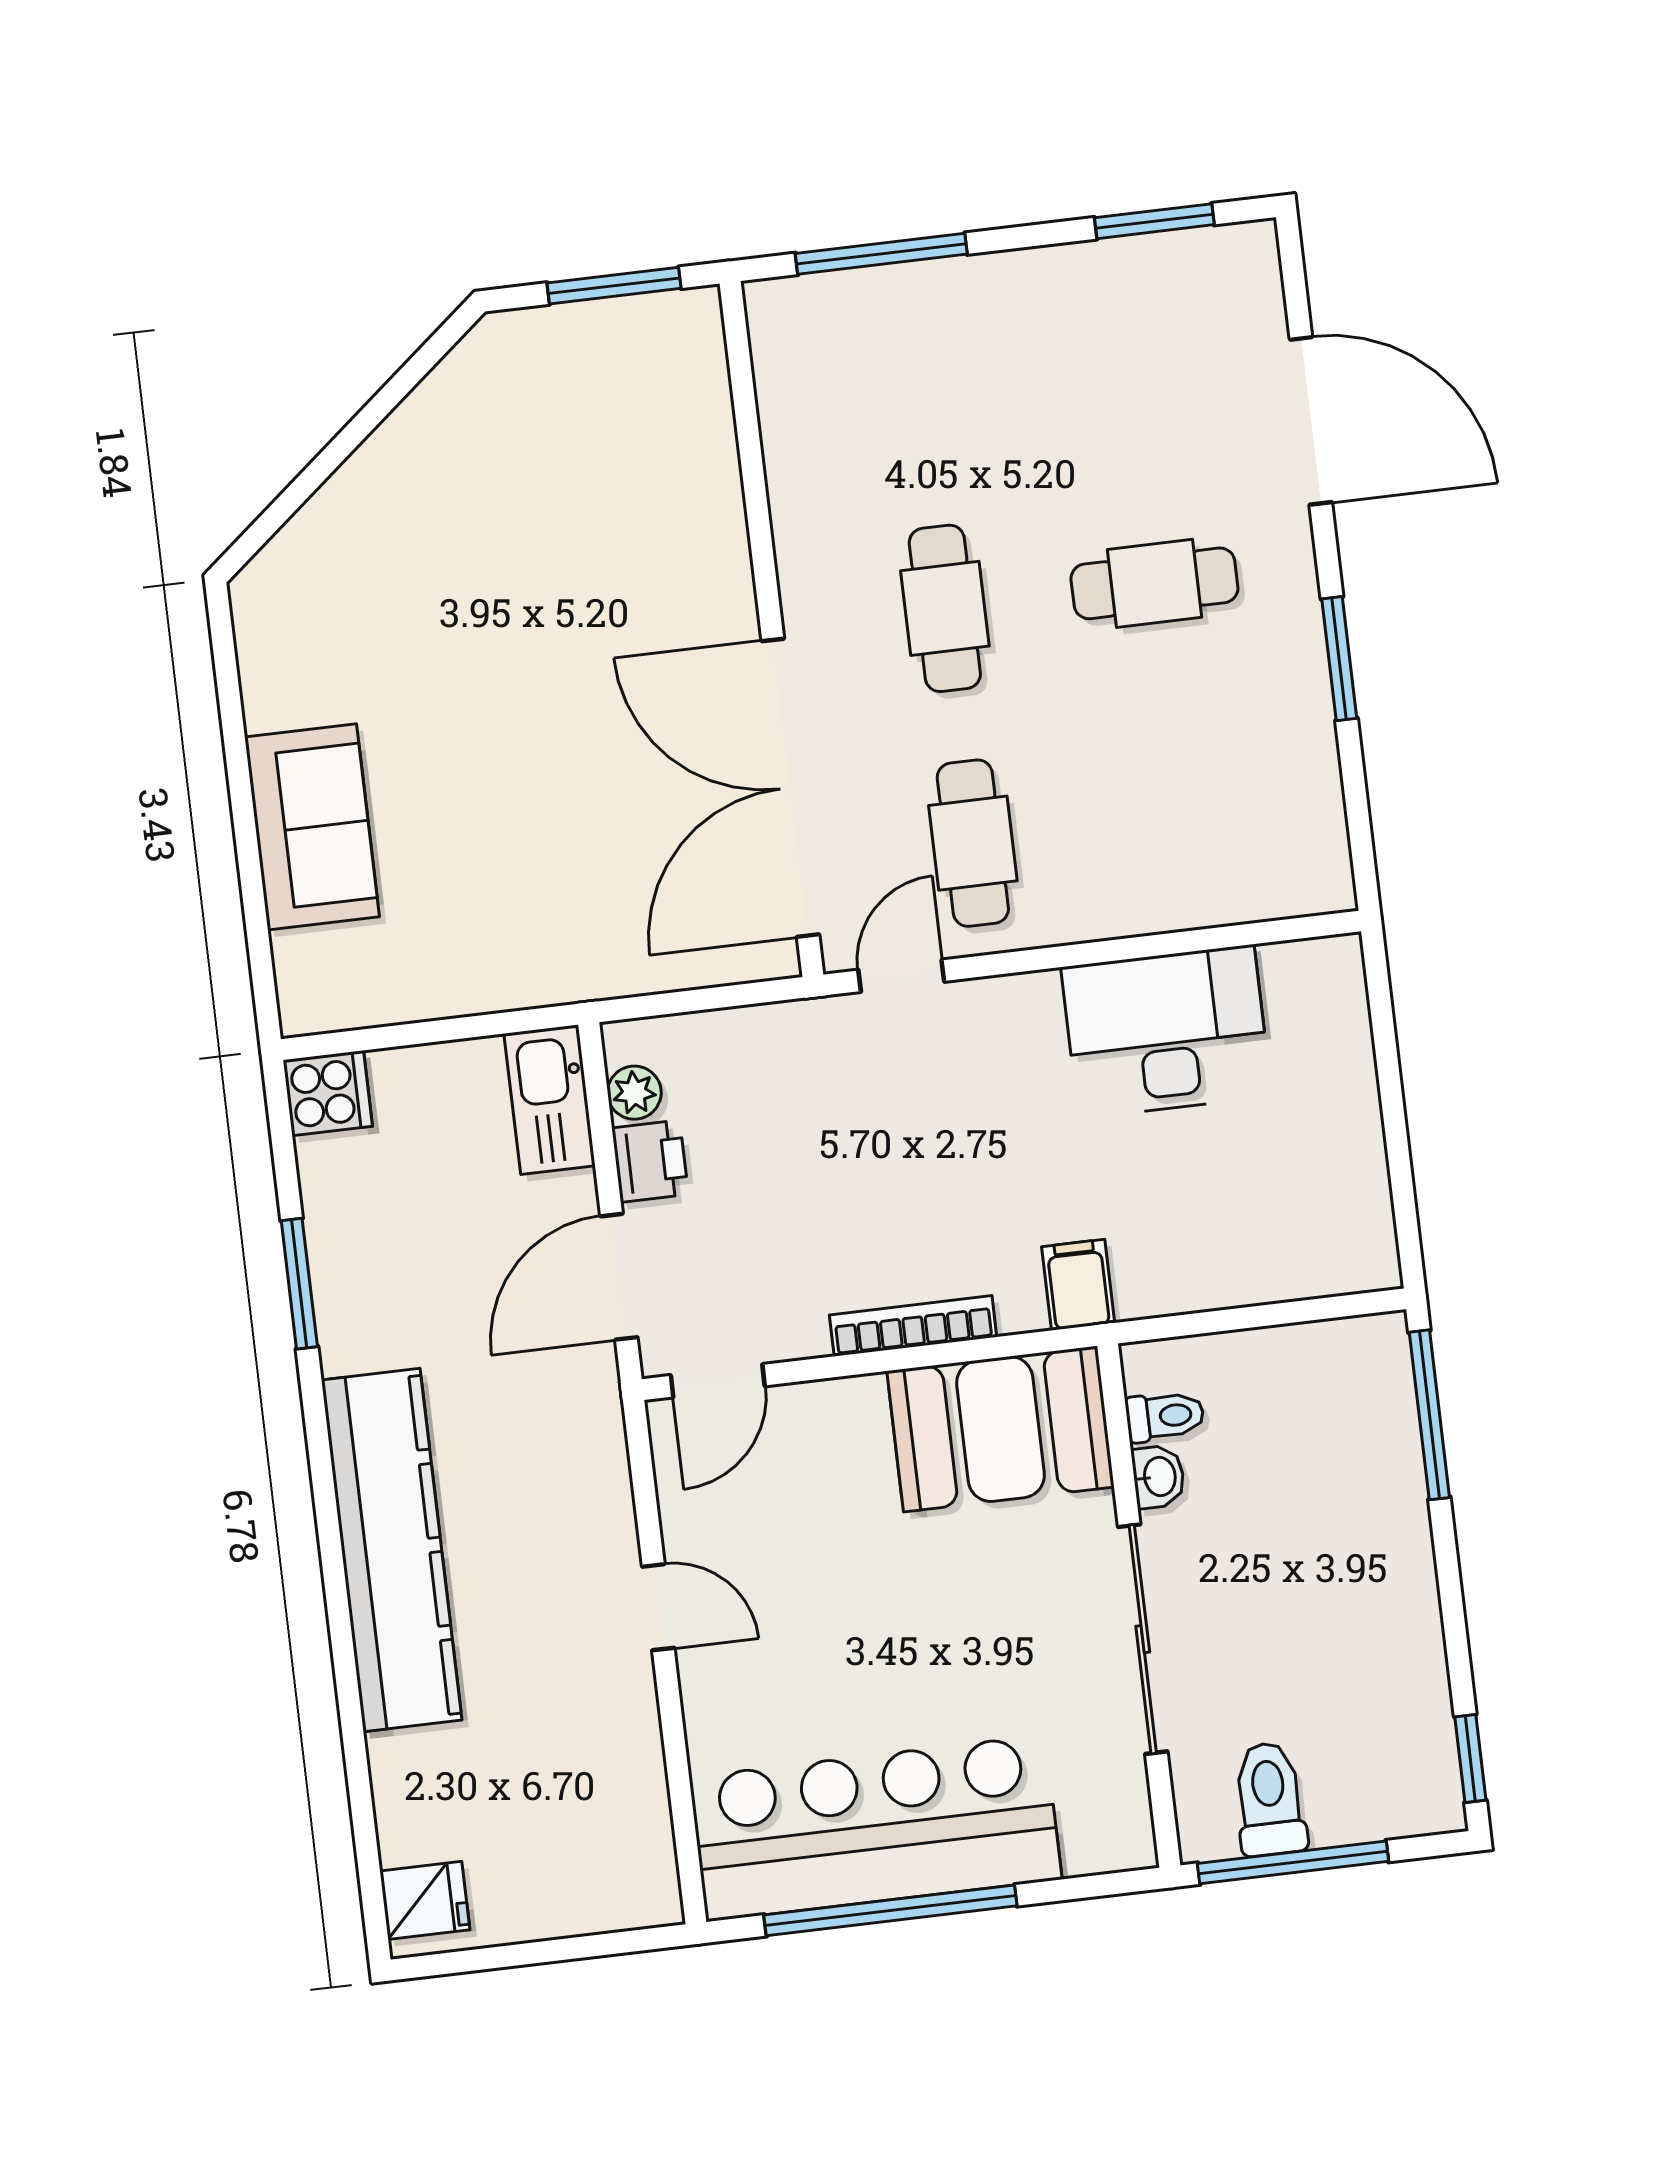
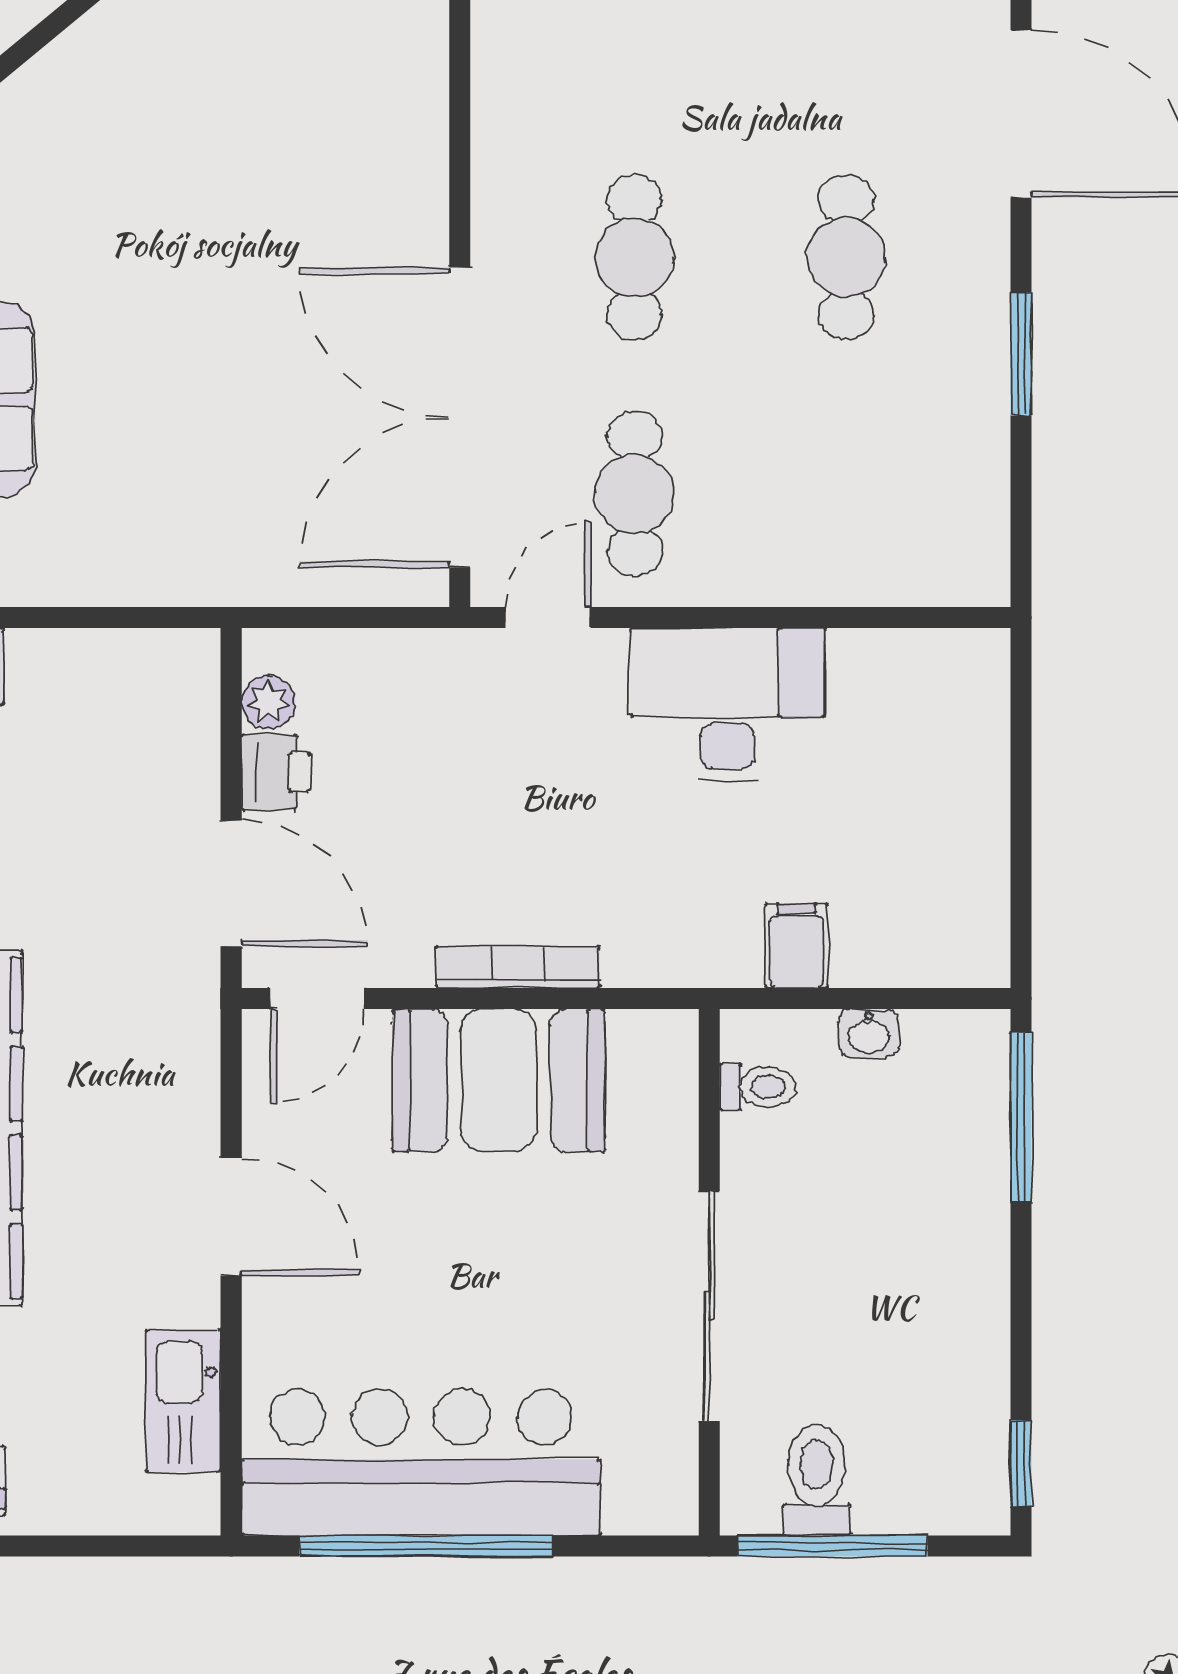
cafe table: (1154, 583) -> (846, 257), turned 90
desk: (1166, 1032) -> (727, 704), moved
kitchen sink: (550, 1100) -> (183, 1401), moved
door: (619, 1277) -> (231, 883), swing flipped
filing cabinet: (1078, 1285) -> (796, 946), moved
booth: (1001, 1429) -> (499, 1080), moved
washbasin: (1158, 1477) -> (869, 1033), moved, turned 90
door: (658, 1607) -> (231, 1217), width x1.38

